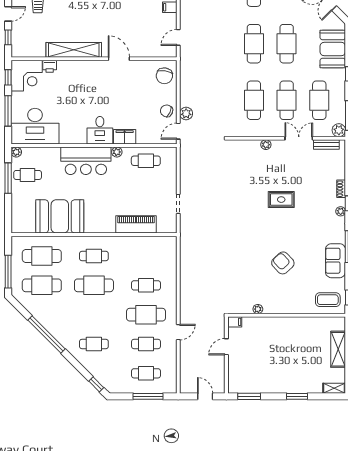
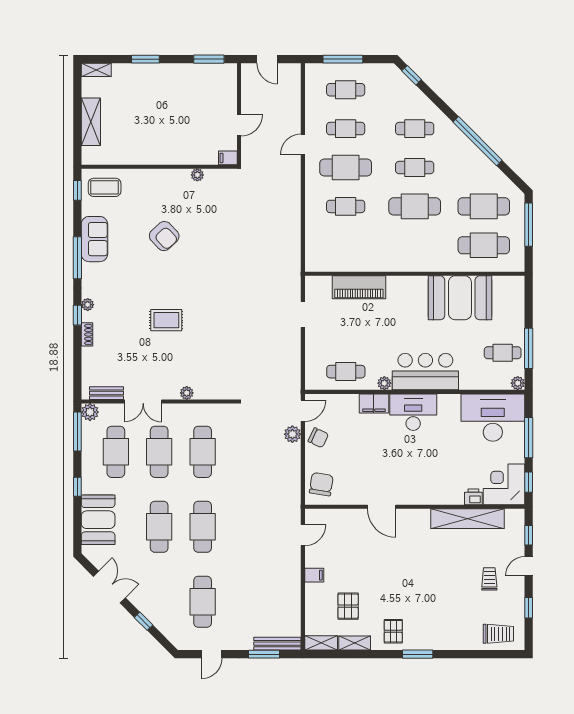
shelving: (74, 50) -> (468, 519), moved
desk: (100, 130) -> (413, 412), width x1.37
cafe table: (94, 256) -> (415, 168), moved

